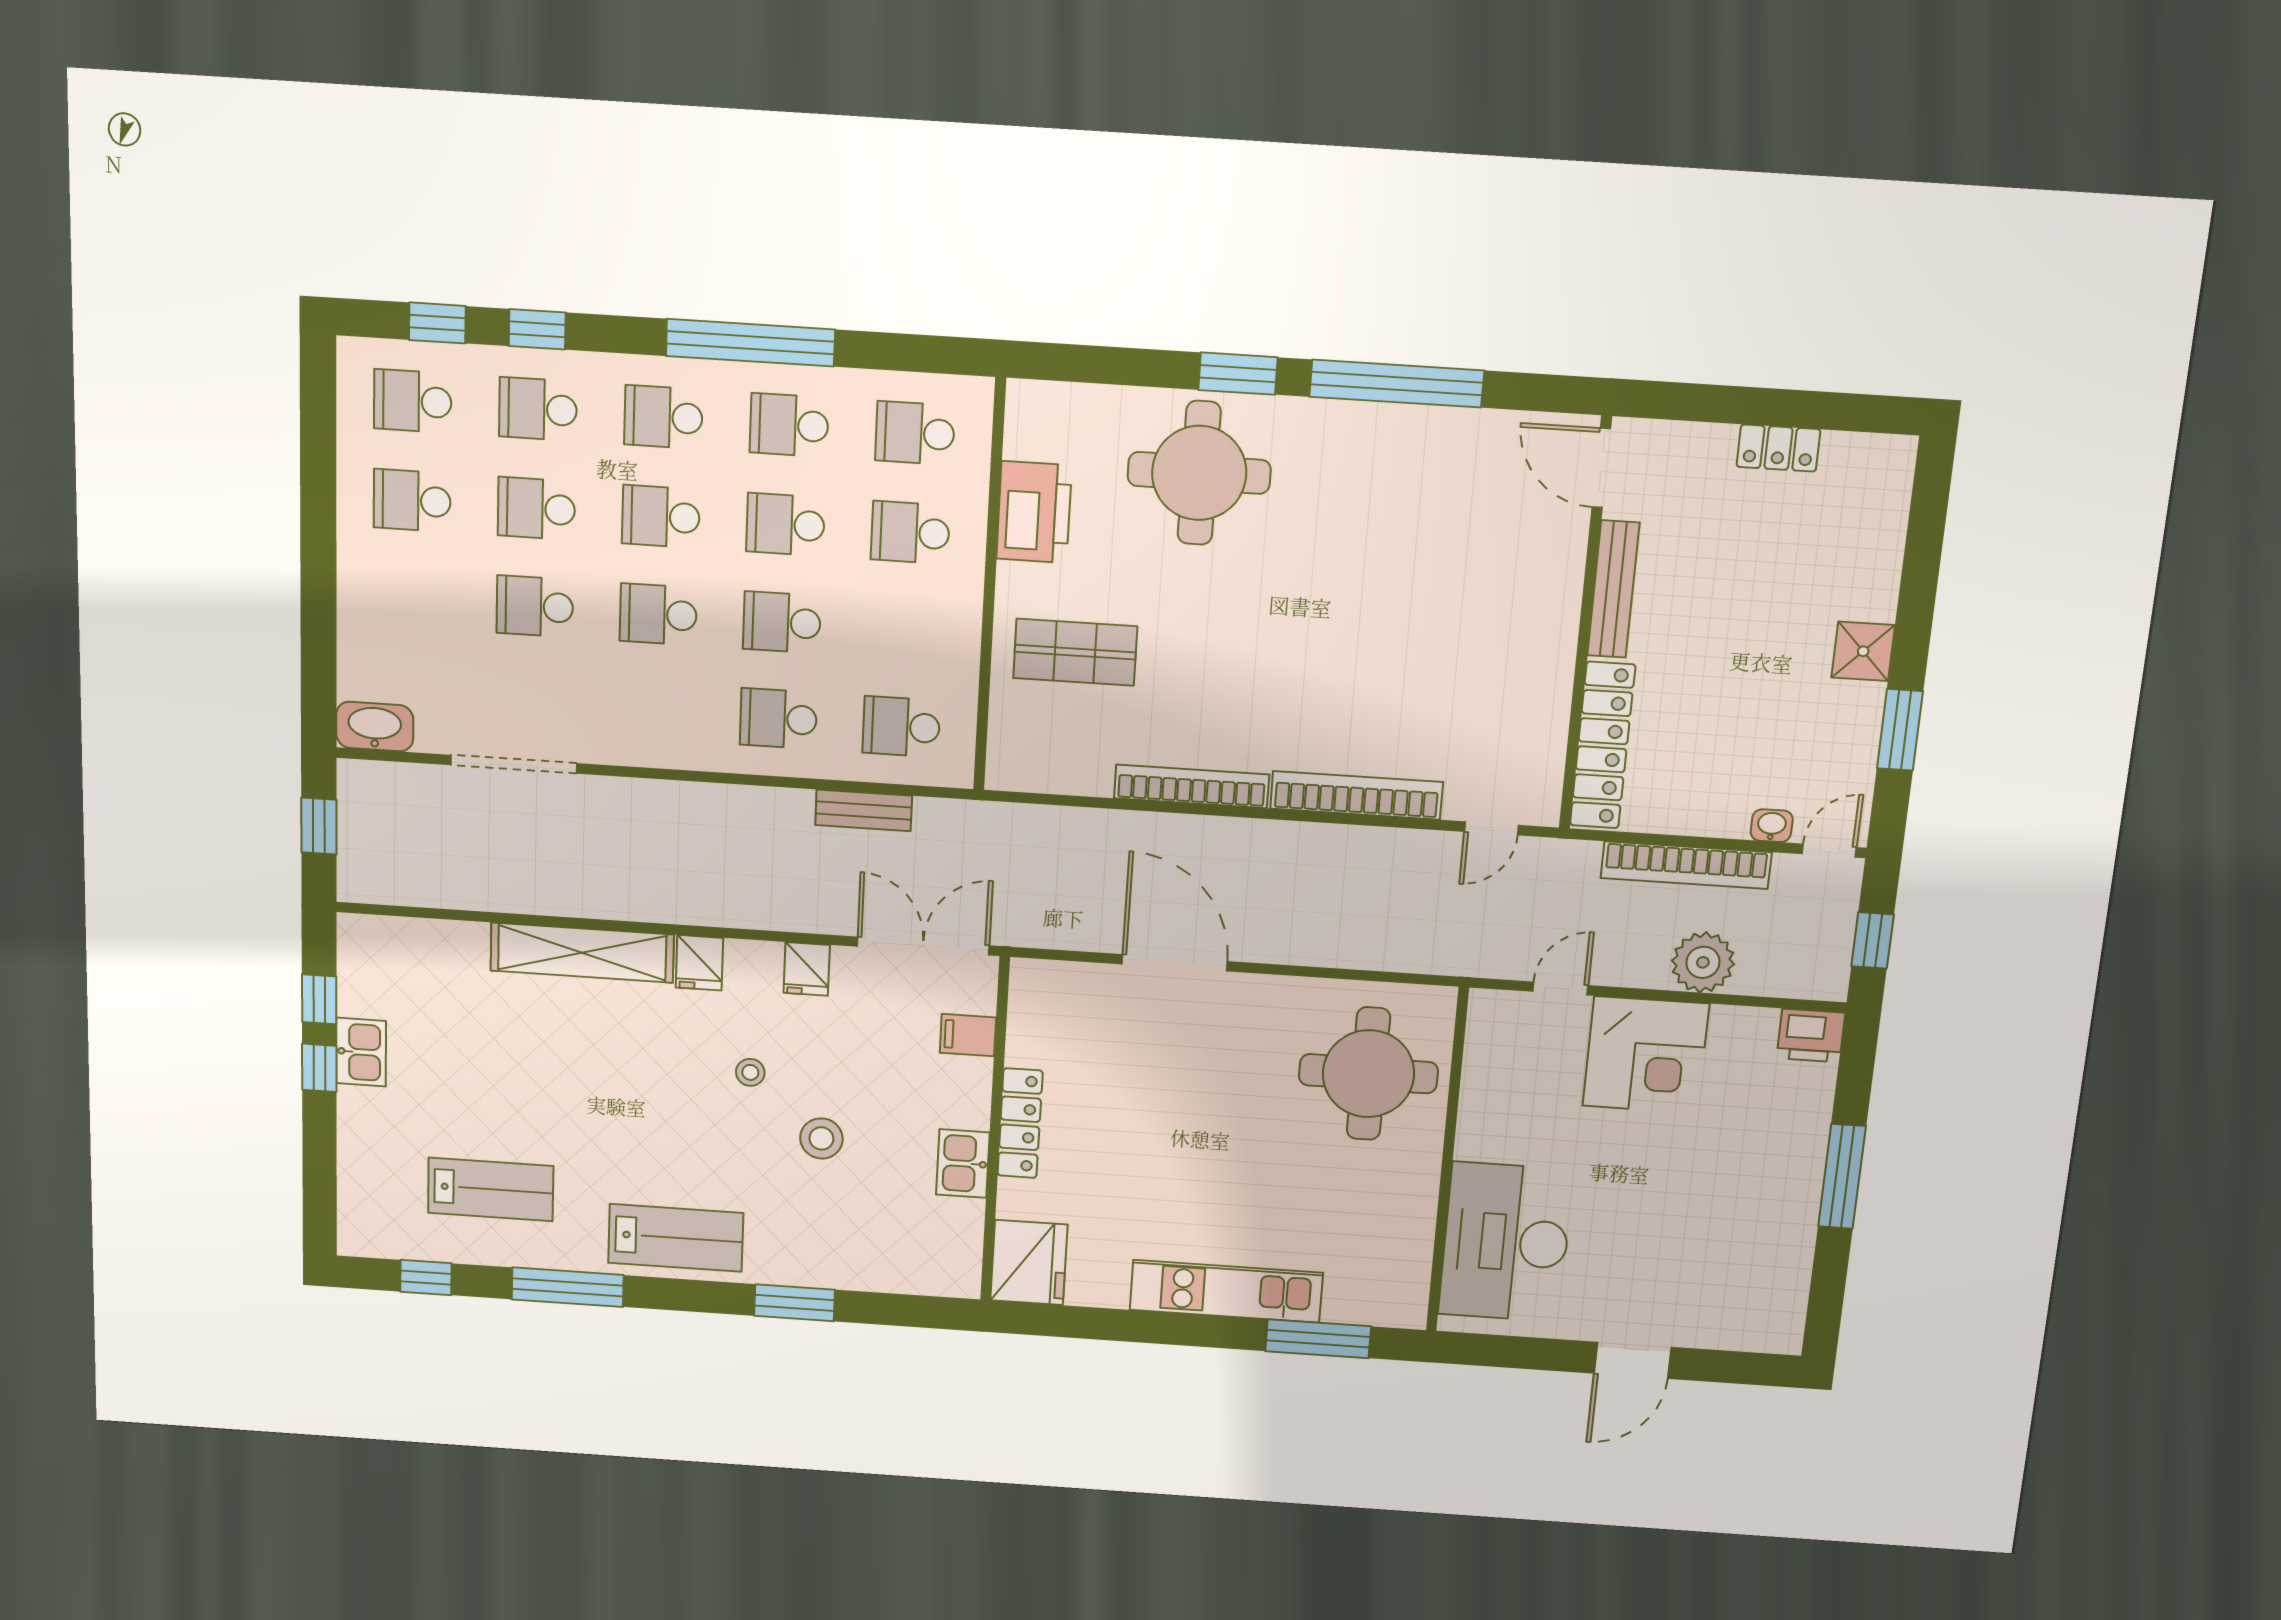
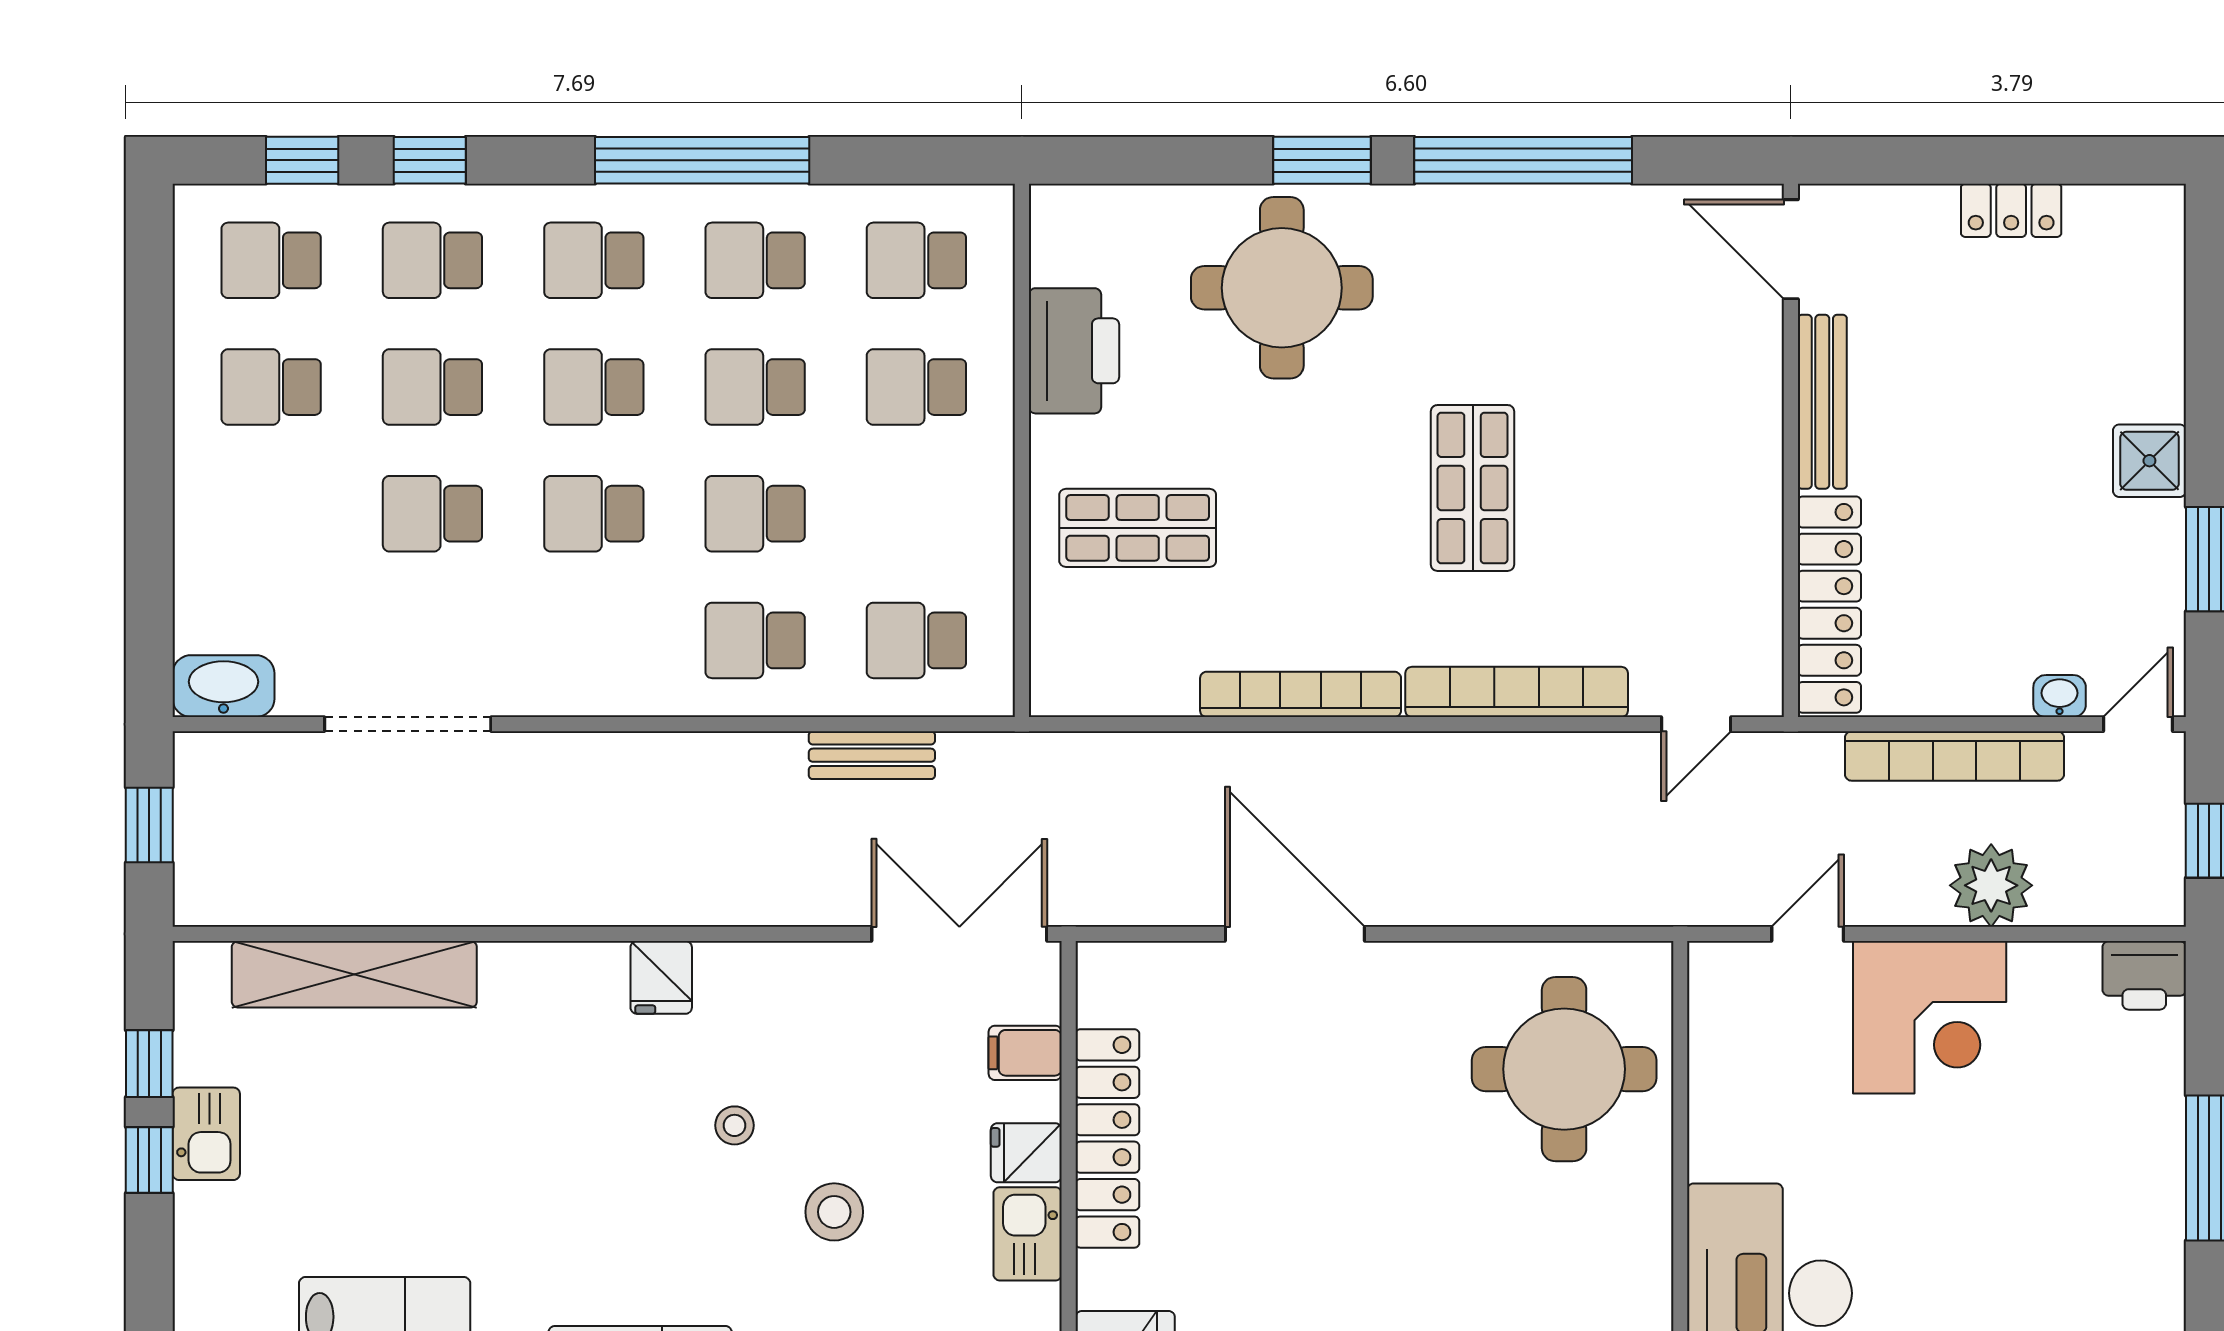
shop shelf: (1336, 638) -> (1473, 488), added
shelving: (582, 953) -> (354, 974), moved
fridge: (807, 969) -> (1026, 1153), moved, turned 90
locker: (1020, 1123) -> (1107, 1138), width x1.41, depth x1.21

